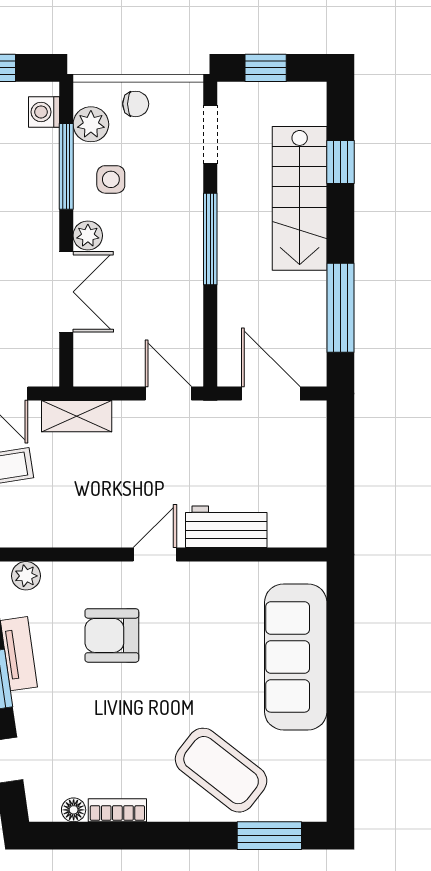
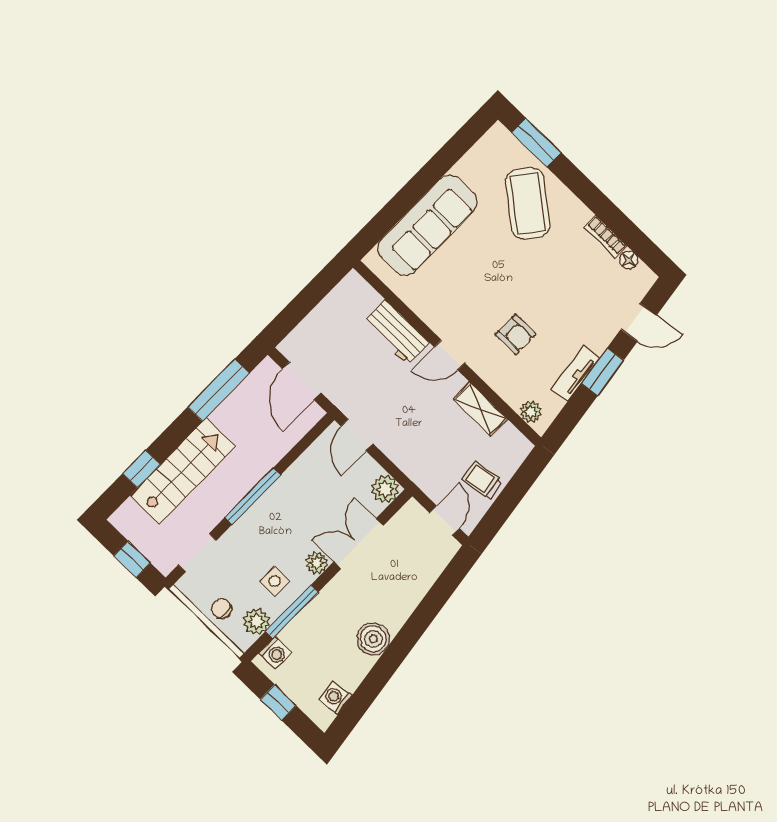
plant: (92, 368) -> (385, 489), added
shelving: (77, 416) -> (480, 409), moved
armchair: (112, 635) -> (516, 334), width x0.72, depth x0.72

